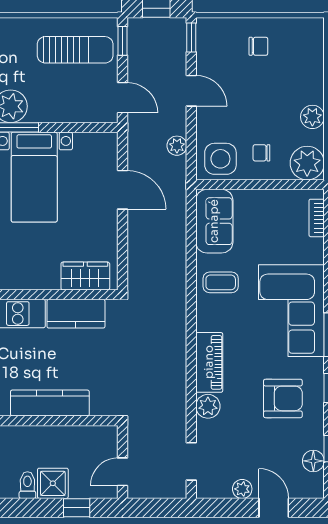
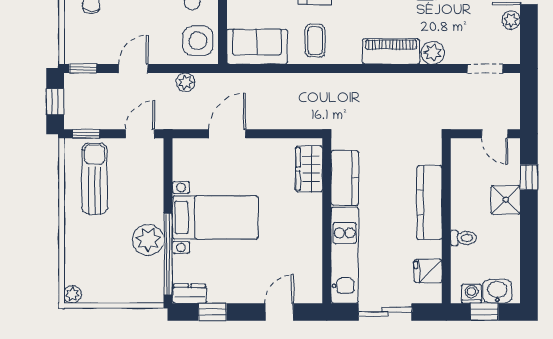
toilet: (27, 485) -> (463, 238), moved, turned 180

